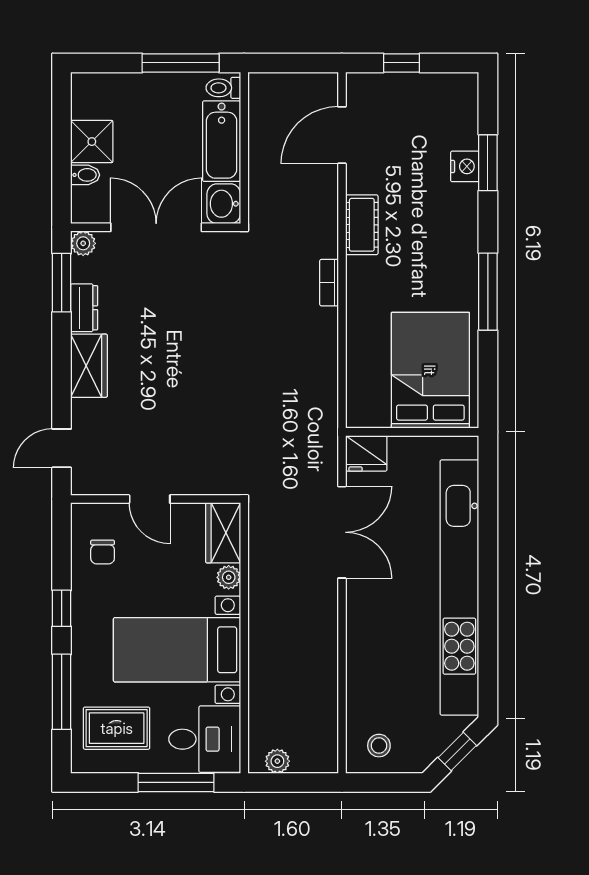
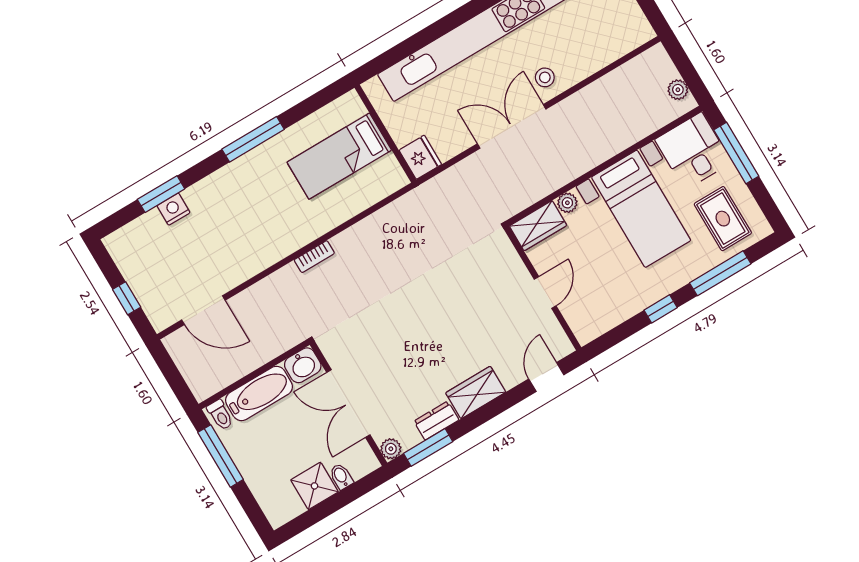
cot: (362, 225) -> (259, 258), removed
bed: (430, 370) -> (339, 156), width x0.67
door: (62, 448) -> (546, 377), swing flipped
double door: (342, 532) -> (512, 126), moved
chair: (103, 552) -> (603, 304), removed
stool: (379, 746) -> (545, 77), moved

